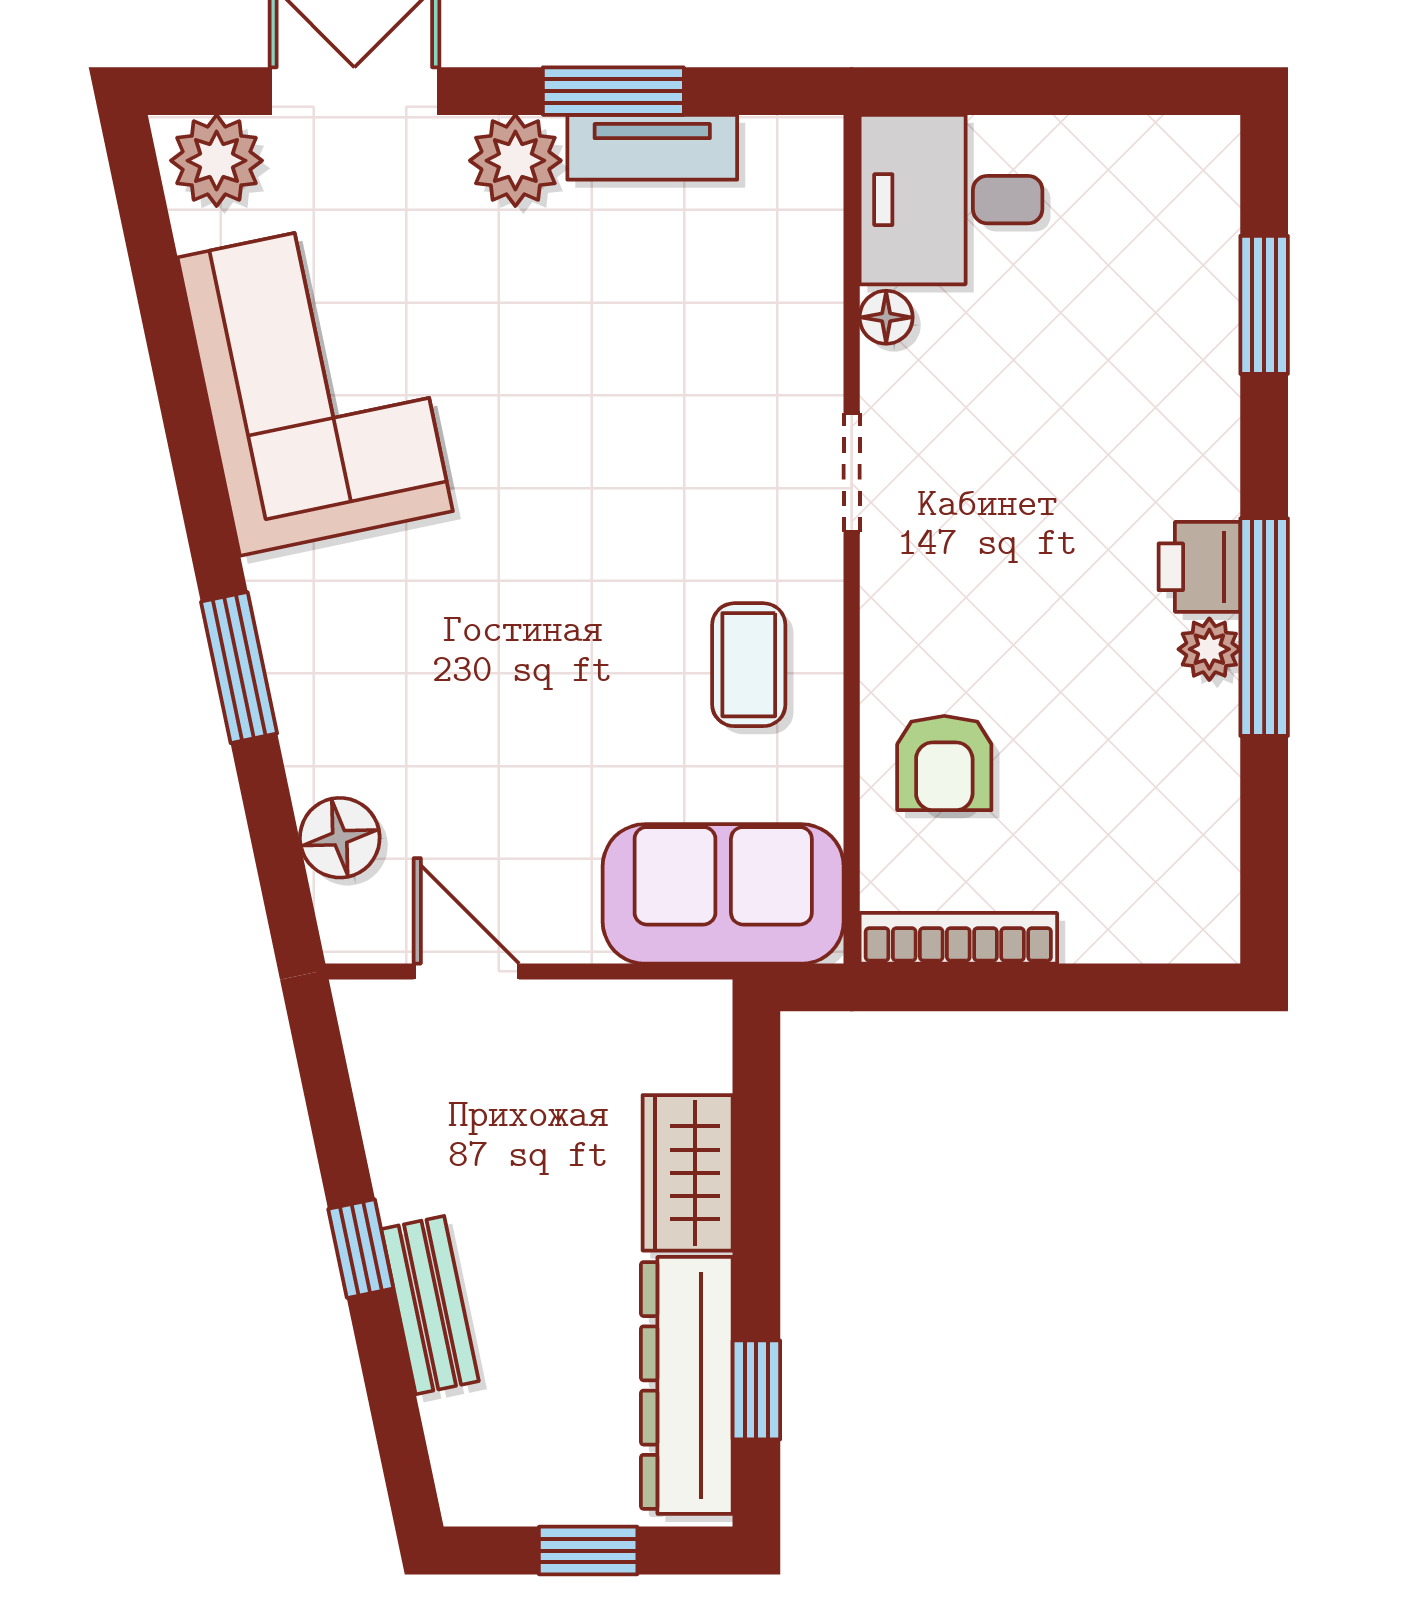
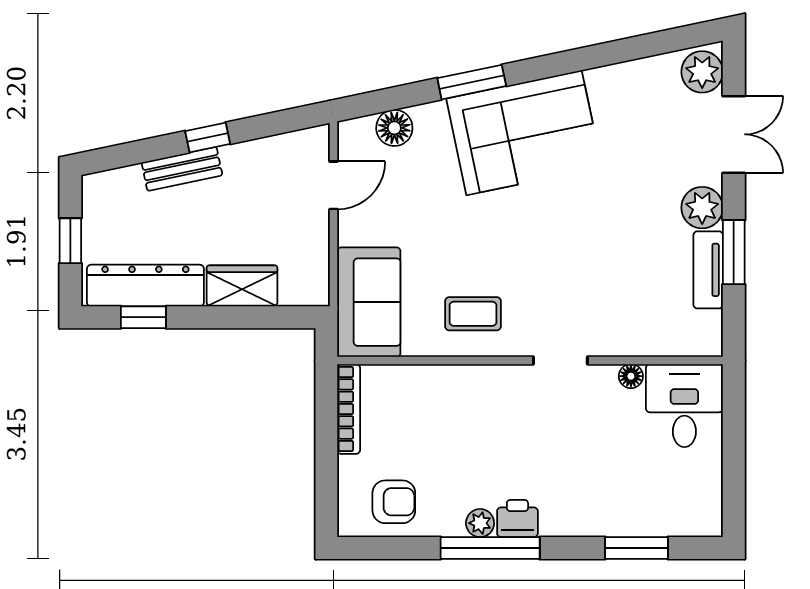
corner sofa: (315, 384) -> (524, 133), moved
armchair: (944, 763) -> (394, 502), moved, turned 180

